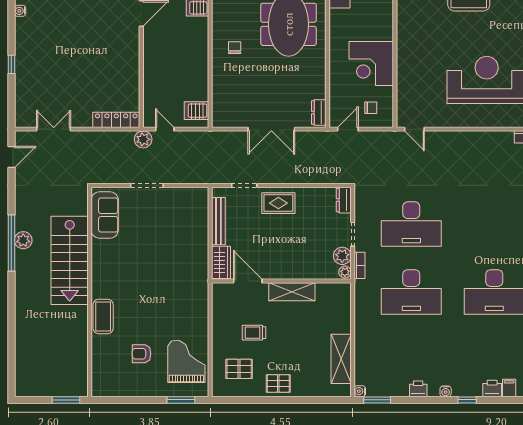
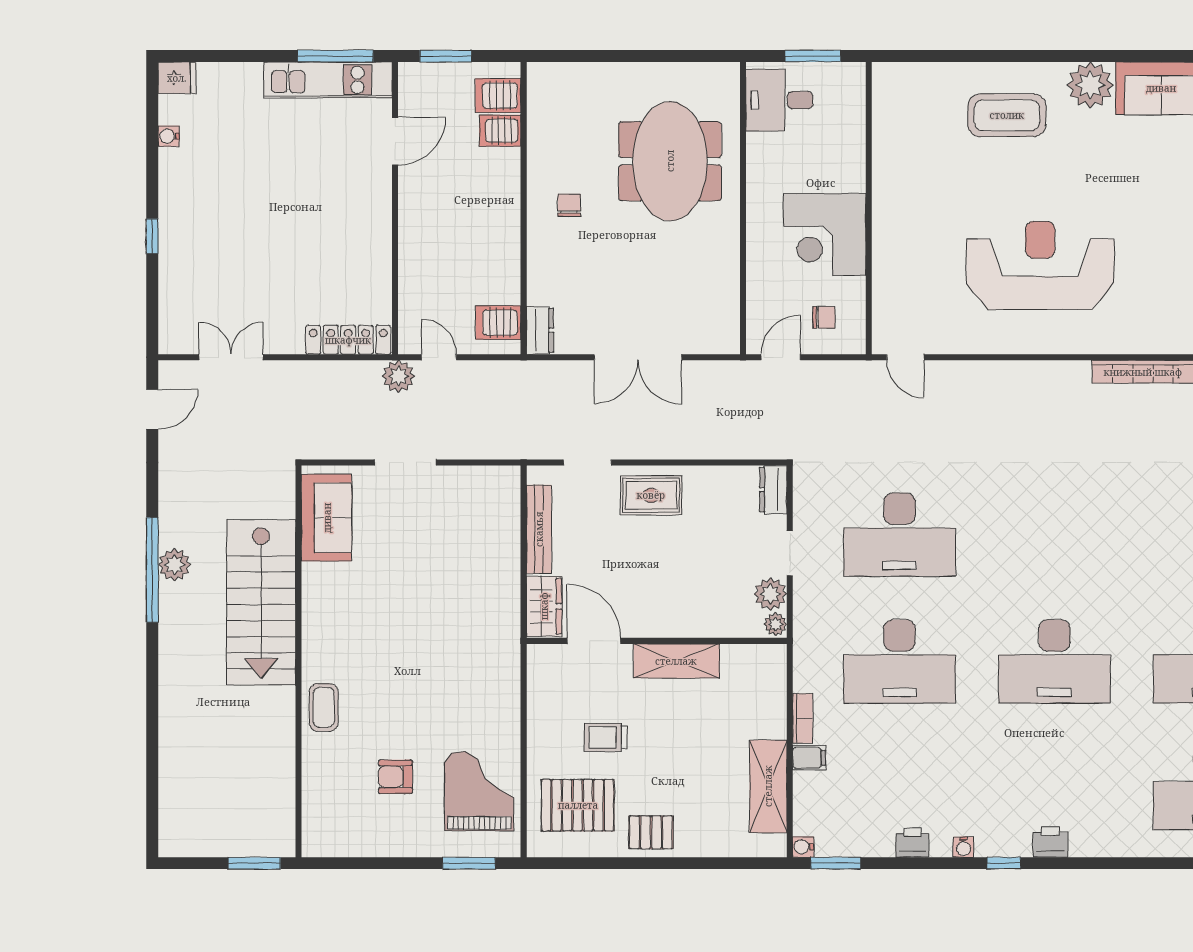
dresser: (319, 112) -> (540, 330), moved, turned 180
bookcase: (359, 265) -> (803, 718), moved
coffee table: (103, 317) -> (324, 707), width x0.73, depth x0.77
pallet: (239, 369) -> (578, 805), width x1.50, depth x1.42
filing cabinet: (509, 388) -> (809, 758), moved, turned 90

